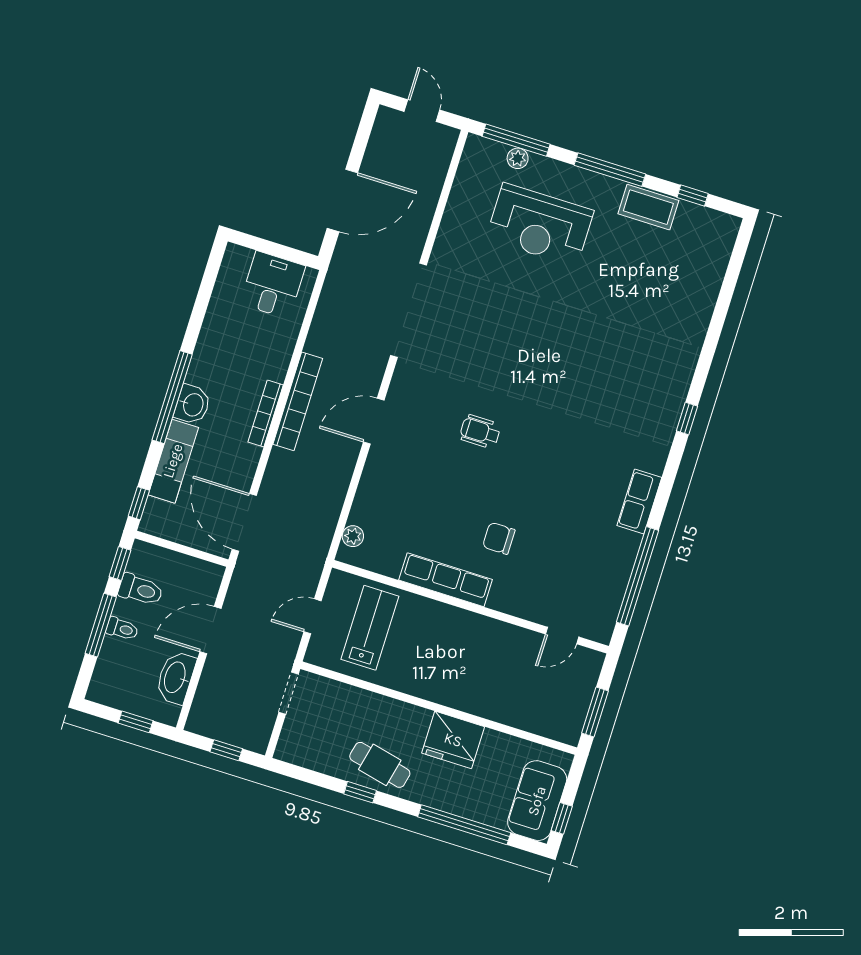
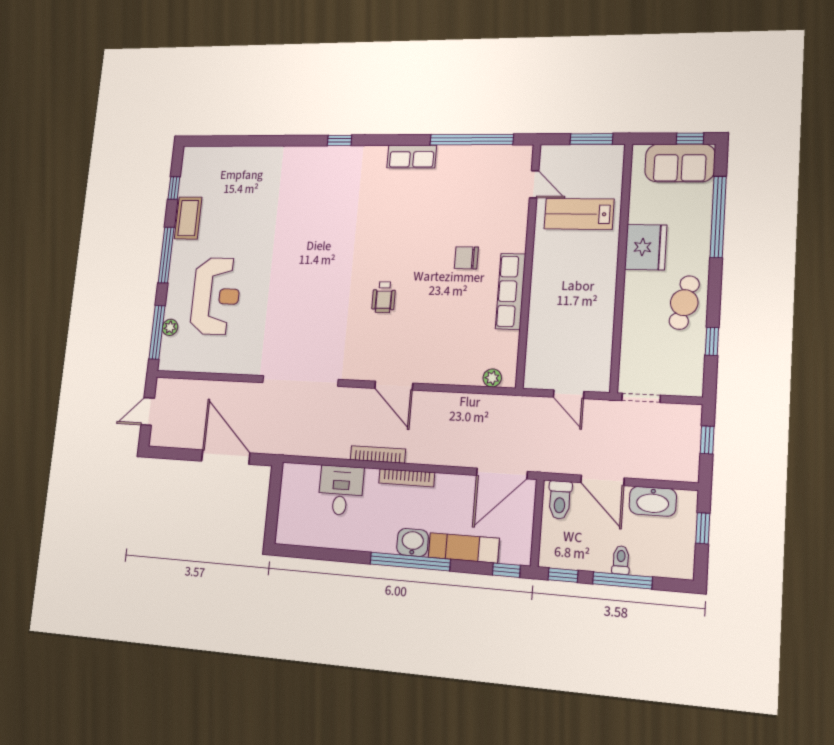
desk: (273, 285) -> (341, 490), moved, turned 90
bookcase: (298, 401) -> (378, 454), width x0.68, depth x0.76
chair: (499, 538) -> (466, 258), turned 90
toilet: (141, 590) -> (560, 500), moved, turned 180
lab bench: (370, 628) -> (579, 214), moved
window: (360, 792) -> (712, 341), moved

